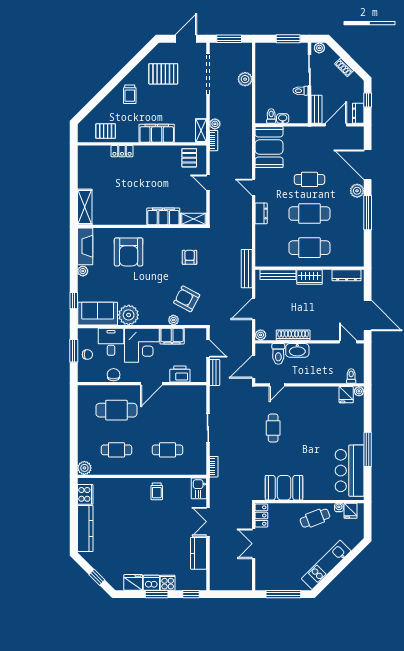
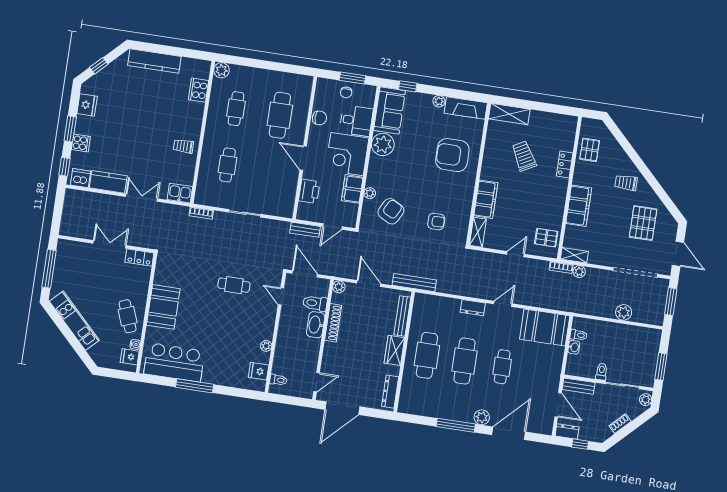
trolley: (120, 188) -> (524, 156), added
plant: (359, 391) -> (266, 346), moved
booth: (284, 488) -> (163, 307), moved
cooker: (85, 494) -> (199, 90), moved, turned 90
dishwasher: (151, 583) -> (81, 178), moved, turned -90

